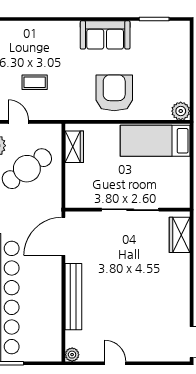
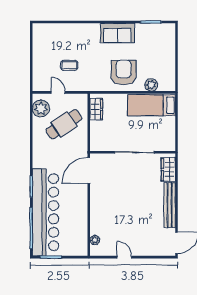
plant: (181, 111) -> (151, 85), moved
bench: (73, 297) -> (170, 205), moved
plant: (72, 355) -> (95, 240), moved

